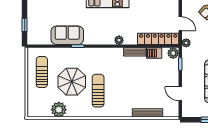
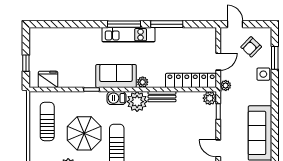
door: (180, 24) -> (218, 62), hinge flipped
sofa: (67, 35) -> (116, 76), moved
fridge: (43, 38) -> (48, 79), added
barbecue: (154, 53) -> (116, 98), moved
plant: (114, 56) -> (137, 102), added

